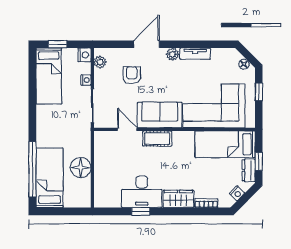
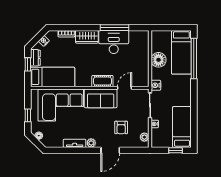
nightstand: (84, 55) -> (156, 85), moved
door: (127, 129) -> (125, 88), swing flipped
window: (141, 211) -> (114, 28), width x2.17

